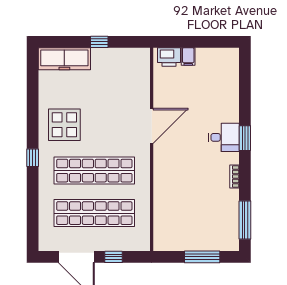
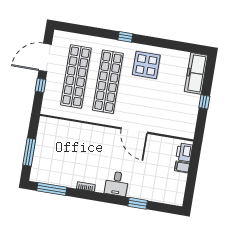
window: (245, 138) -> (138, 203), moved

